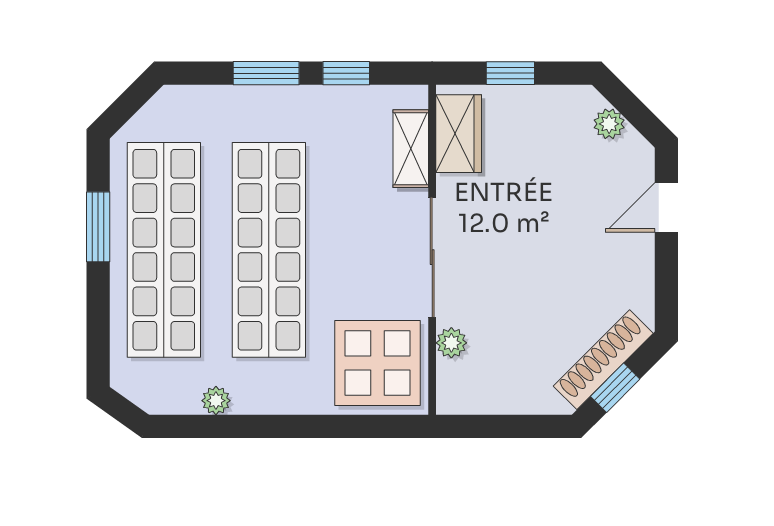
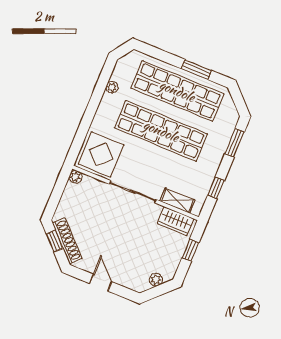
window: (266, 73) -> (235, 143), moved
door: (666, 207) -> (101, 283), moved
plant: (451, 343) -> (76, 177), moved

